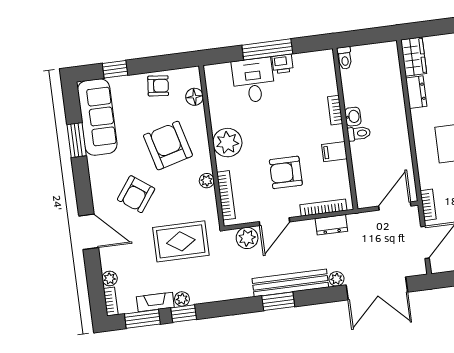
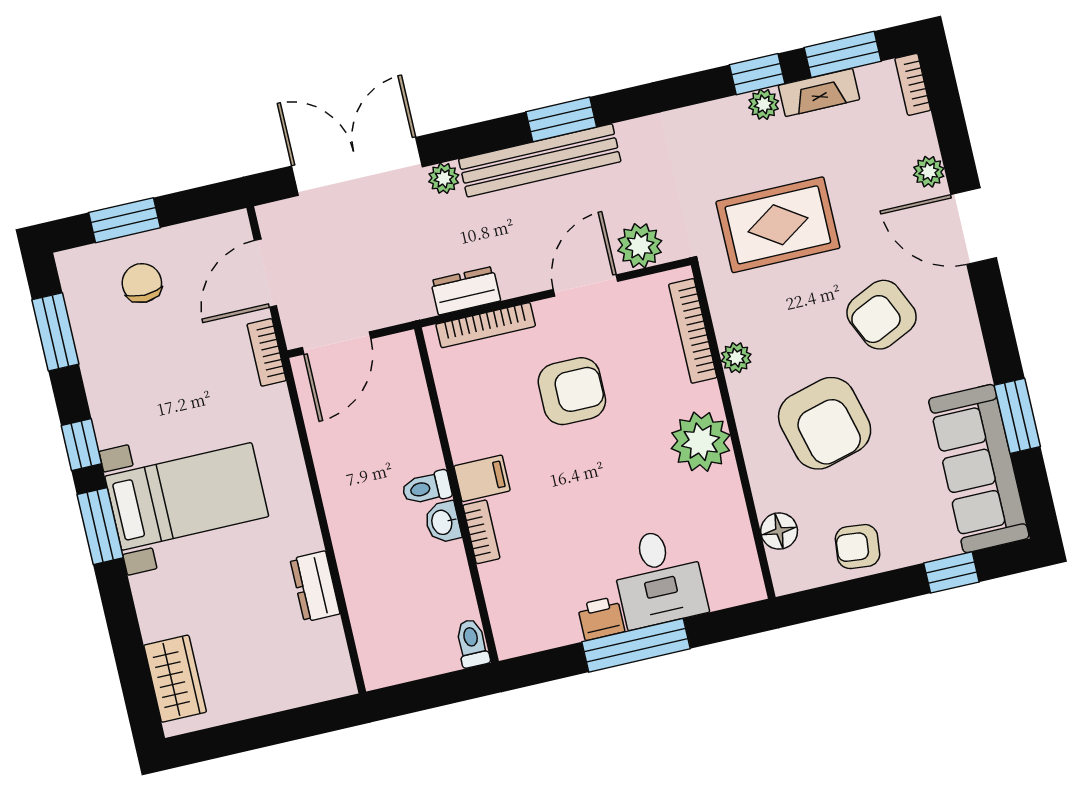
wardrobe: (414, 57) -> (328, 660), removed
filing cabinet: (334, 152) -> (482, 478), moved
armchair: (136, 194) -> (882, 315), turned -151
plant: (110, 278) -> (929, 172), moved

